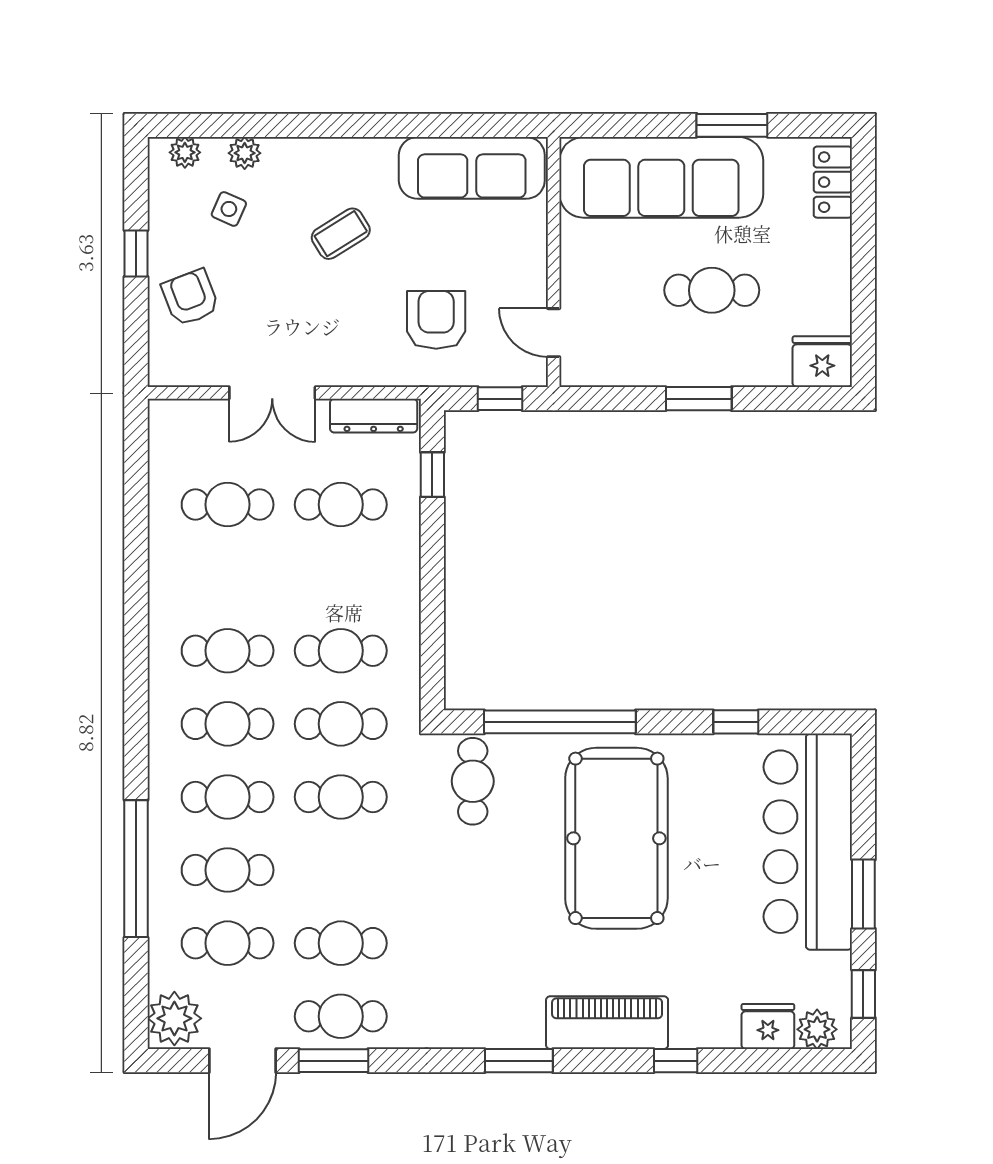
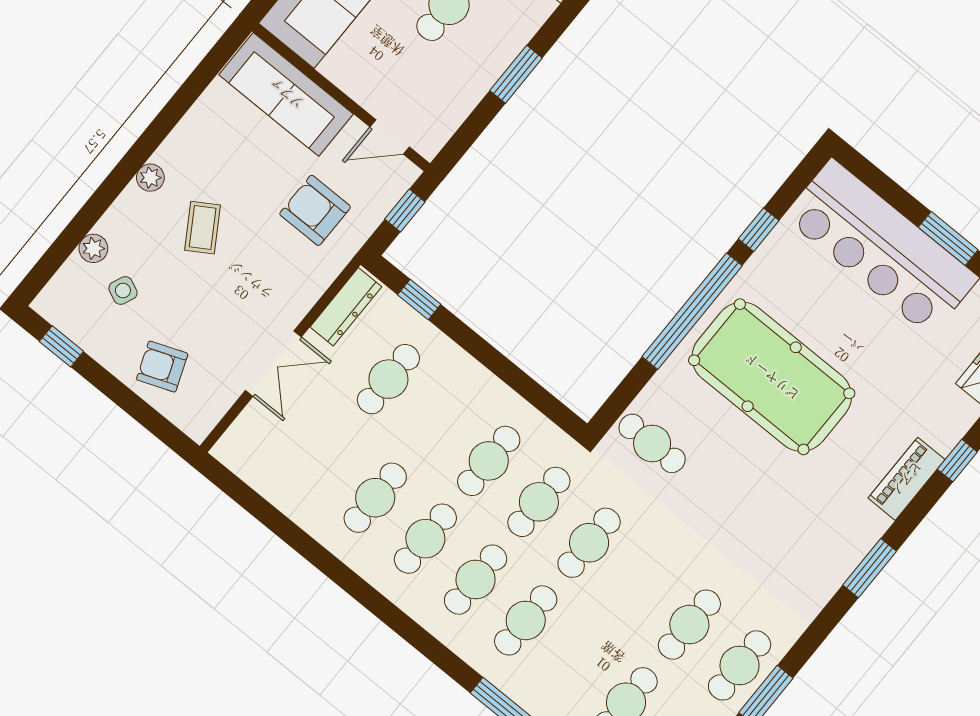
plant: (185, 152) -> (150, 178), moved
sofa: (472, 168) -> (286, 94), moved, turned 90
window: (136, 254) -> (61, 346), moved
cafe table: (228, 505) -> (375, 498), moved
window: (560, 722) -> (692, 311), moved
cafe table: (228, 870) -> (576, 661), removed
piano: (607, 1023) -> (907, 479), width x0.73, depth x0.75

